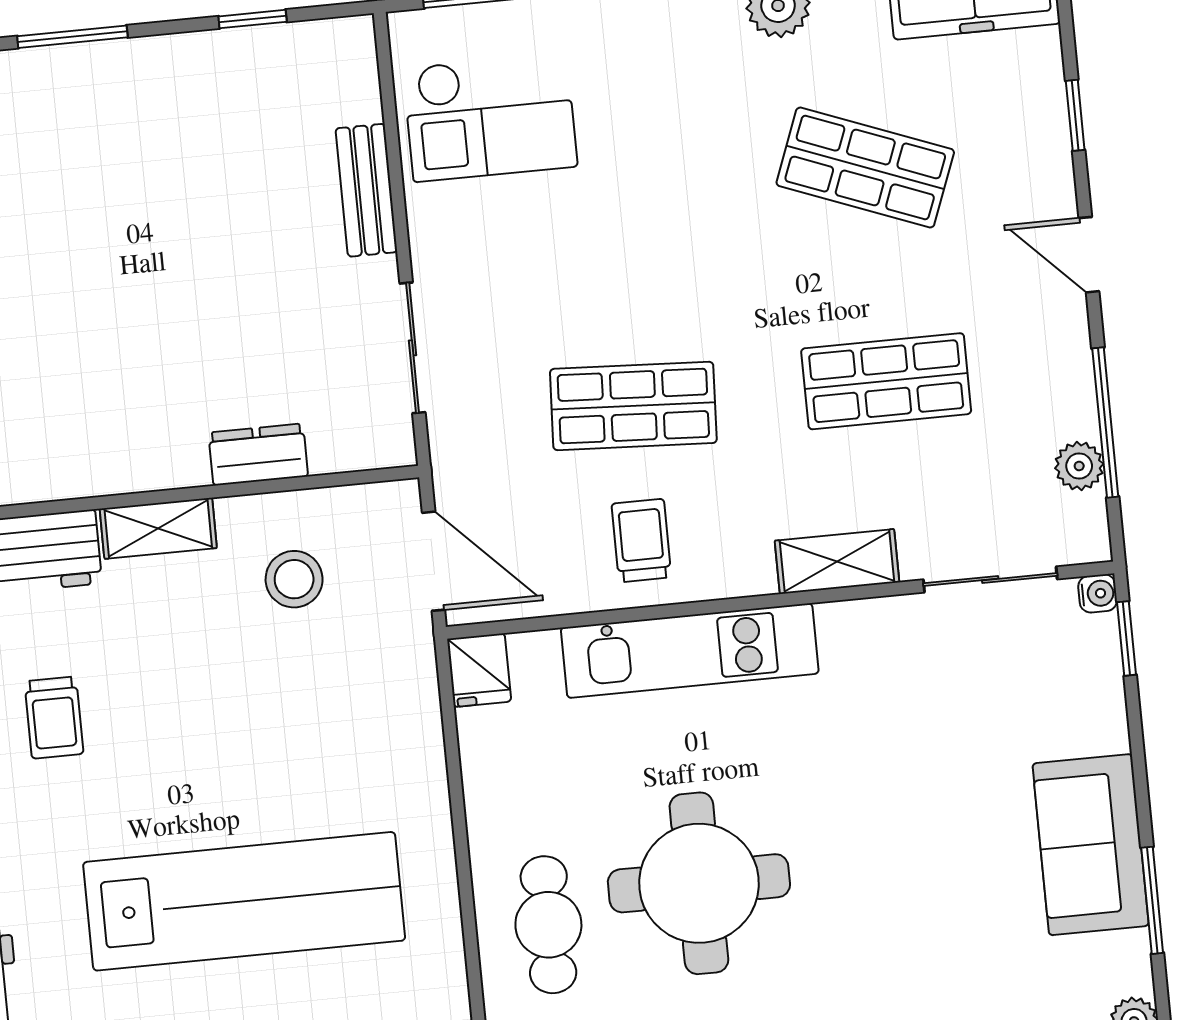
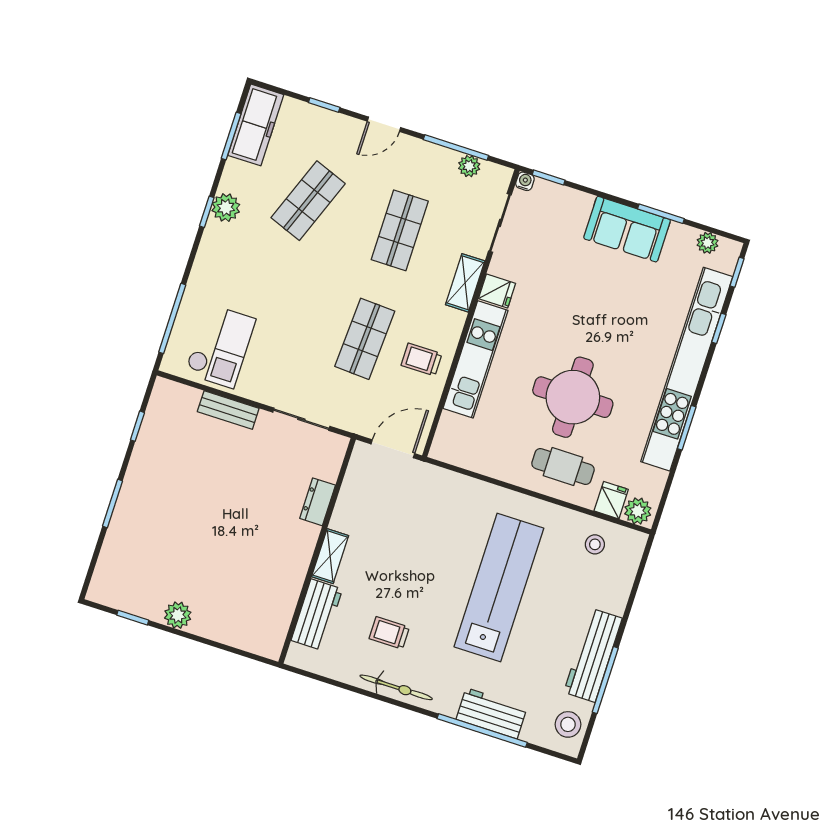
stool: (294, 579) -> (375, 509), removed
fridge: (479, 670) -> (497, 291), moved
trolley: (54, 717) -> (389, 633), turned 180

